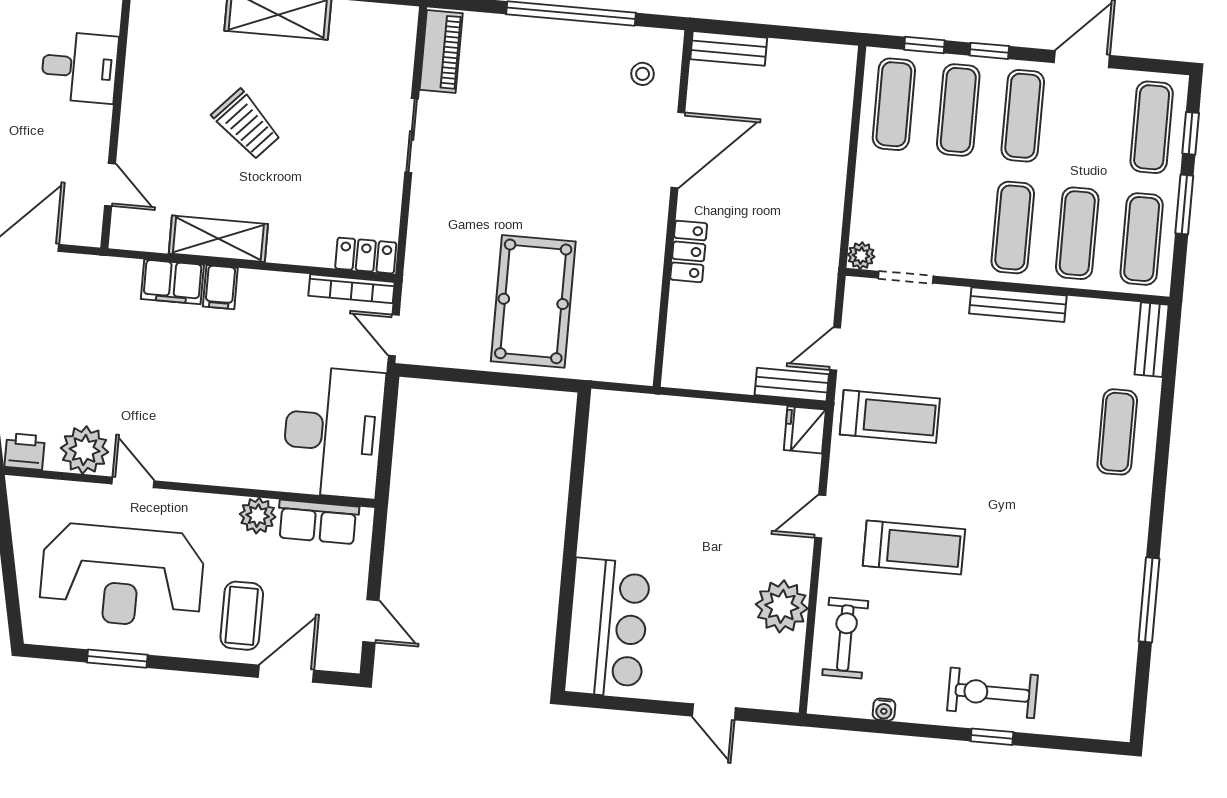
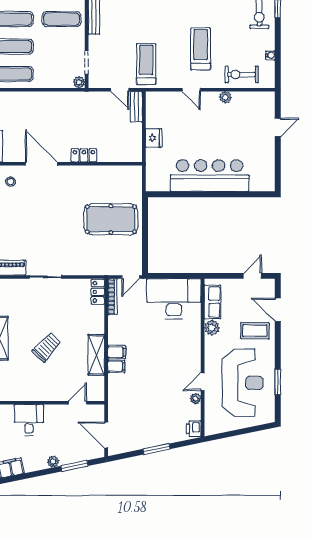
filing cabinet: (172, 282) -> (116, 366), width x0.50
fridge: (805, 430) -> (154, 138), moved, turned -90
plant: (85, 450) -> (195, 399), width x0.53, depth x0.53
plant: (782, 606) -> (225, 97), width x0.53, depth x0.53
bar counter: (608, 628) -> (210, 175), moved, width x1.36

